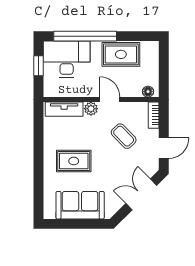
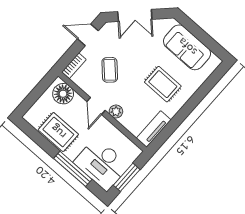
window: (85, 36) -> (73, 169), width x0.68
window: (39, 66) -> (127, 177), width x1.50
floor lamp: (148, 92) -> (63, 94), width x1.89, depth x1.89
tv unit: (64, 109) -> (154, 129), moved, turned -90

